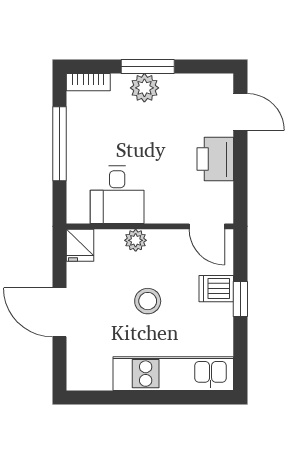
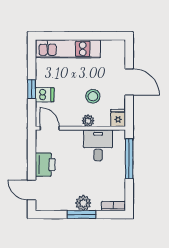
window: (60, 144) -> (129, 159), moved
stool: (148, 301) -> (93, 96), moved

